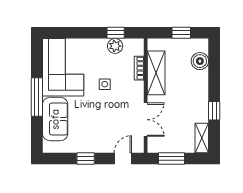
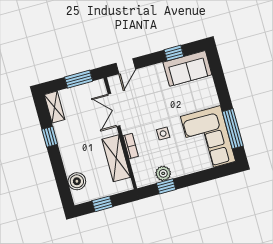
bookcase: (139, 68) -> (131, 146), moved
window: (37, 97) -> (233, 129), moved
sofa: (55, 119) -> (187, 68), moved, turned -90
window: (86, 159) -> (174, 53), moved

